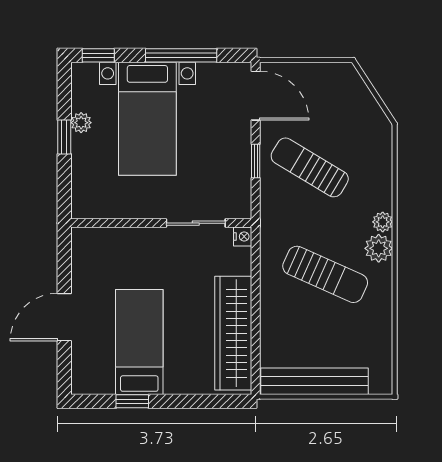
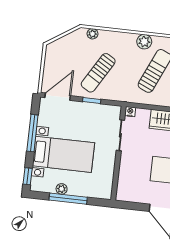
window: (64, 137) -> (68, 199), width x2.17
plant: (383, 222) -> (92, 34), moved

